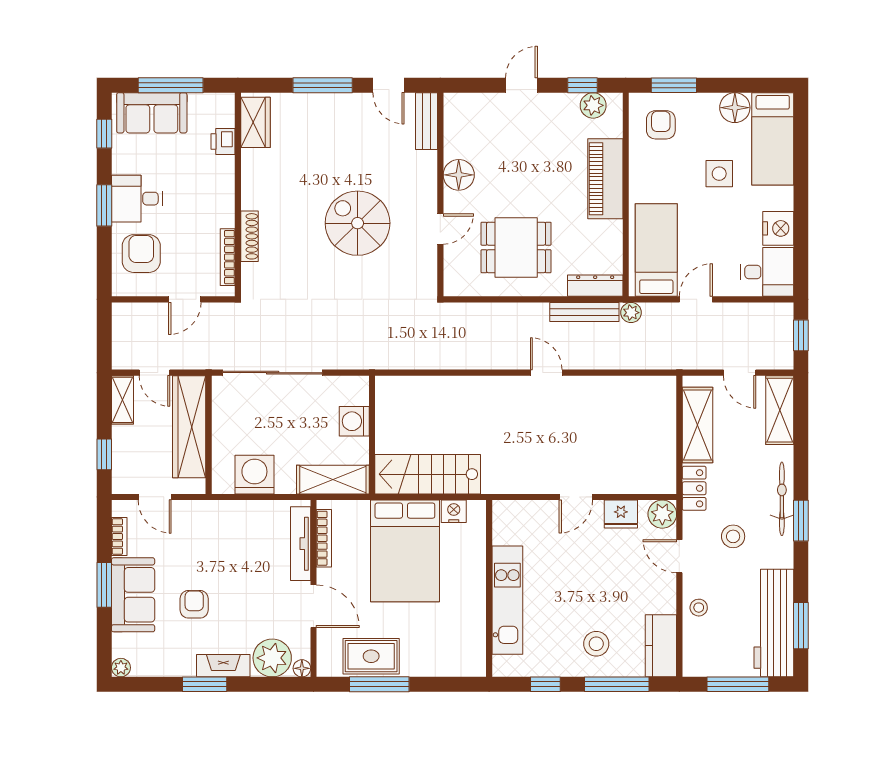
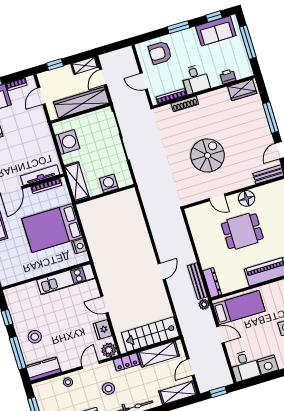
sofa: (152, 113) -> (216, 31), moved, turned -90
desk: (137, 199) -> (195, 79), moved, turned 180
dining table: (516, 247) -> (242, 231), moved, turned 90
armchair: (141, 254) -> (160, 53), turned 180
stairs: (428, 474) -> (150, 334), moved, turned -90
kitchen unit: (507, 600) -> (66, 279), moved

